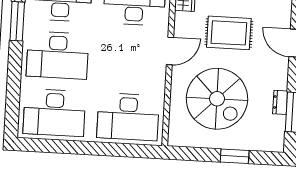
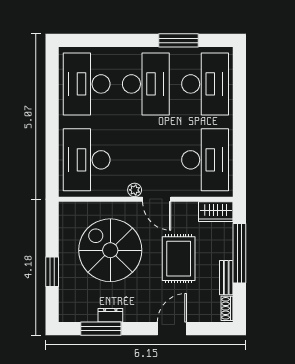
desk: (58, 55) -> (146, 84), turned 180
plant: (160, 72) -> (135, 190), added
spiral stairs: (217, 99) -> (110, 250), turned 90

